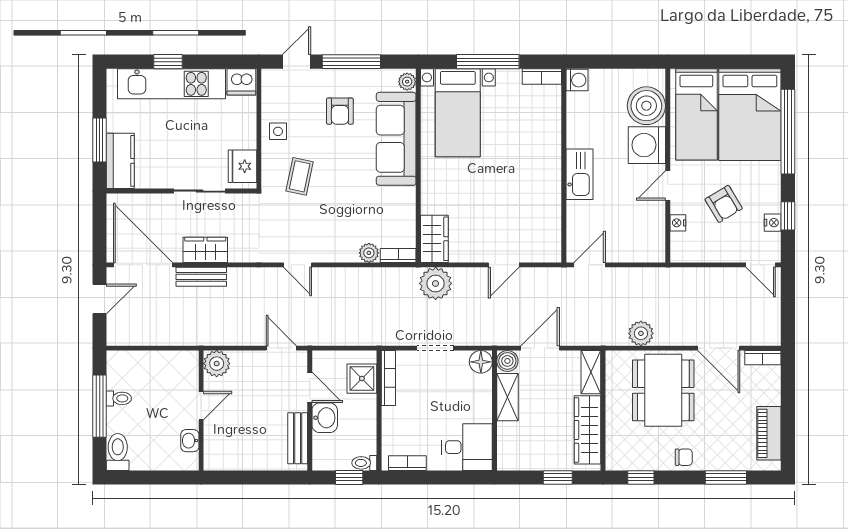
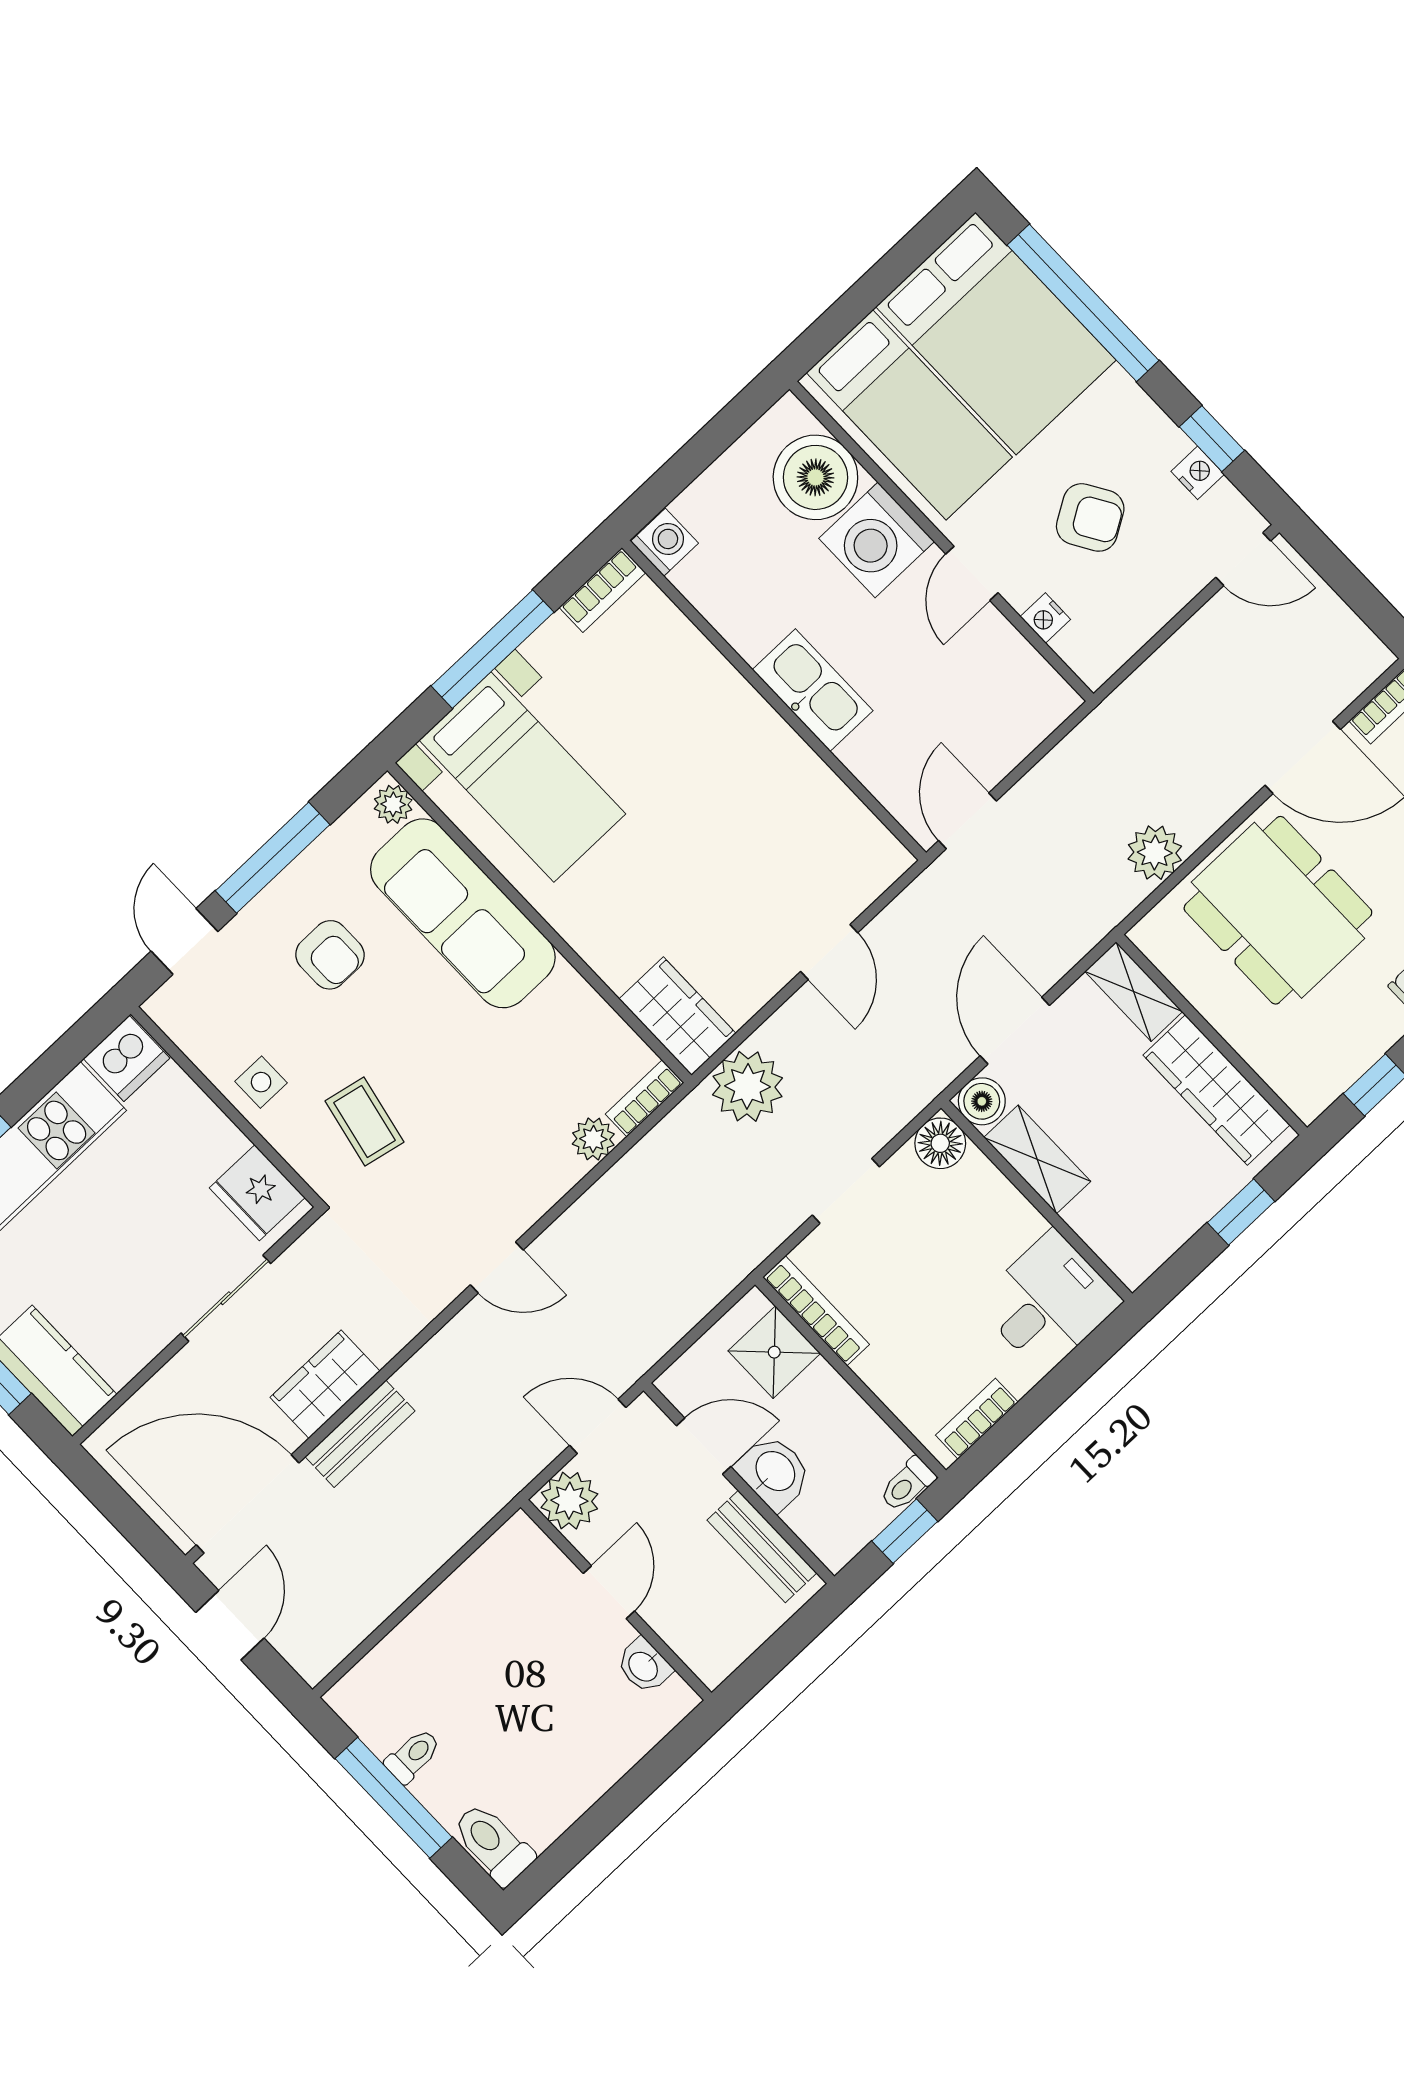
plant: (217, 364) -> (569, 1501), moved
door: (201, 406) -> (609, 1592), moved
wall: (201, 410) -> (616, 1600), moved
washbasin: (190, 441) -> (644, 1666), moved

